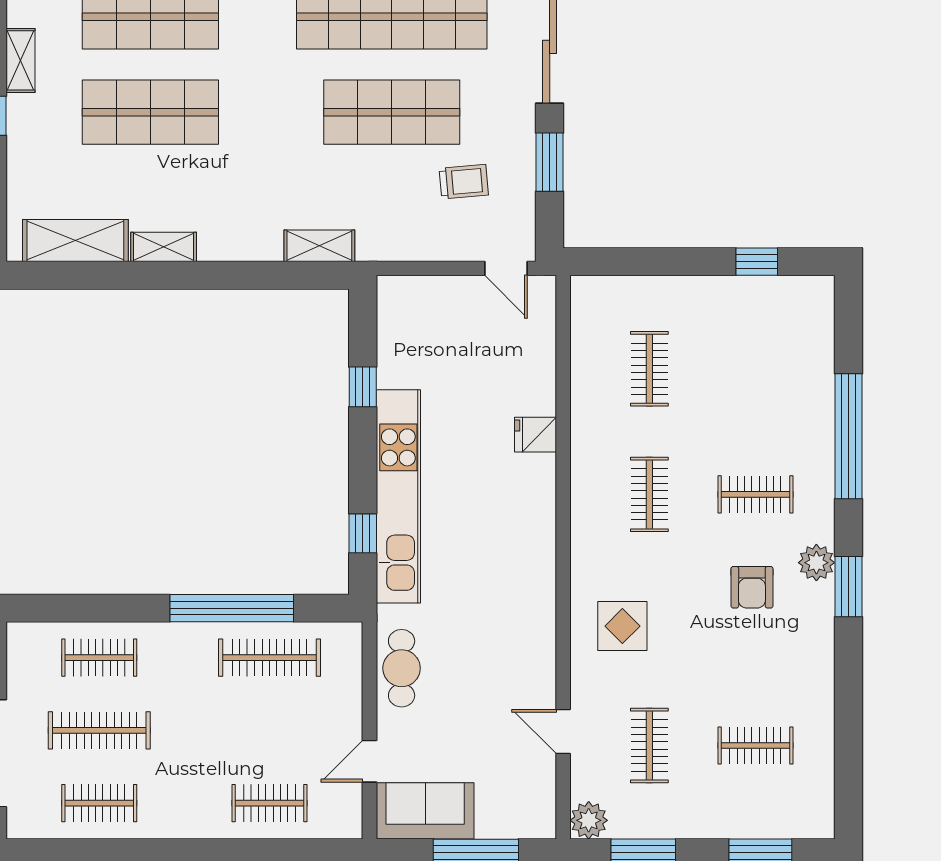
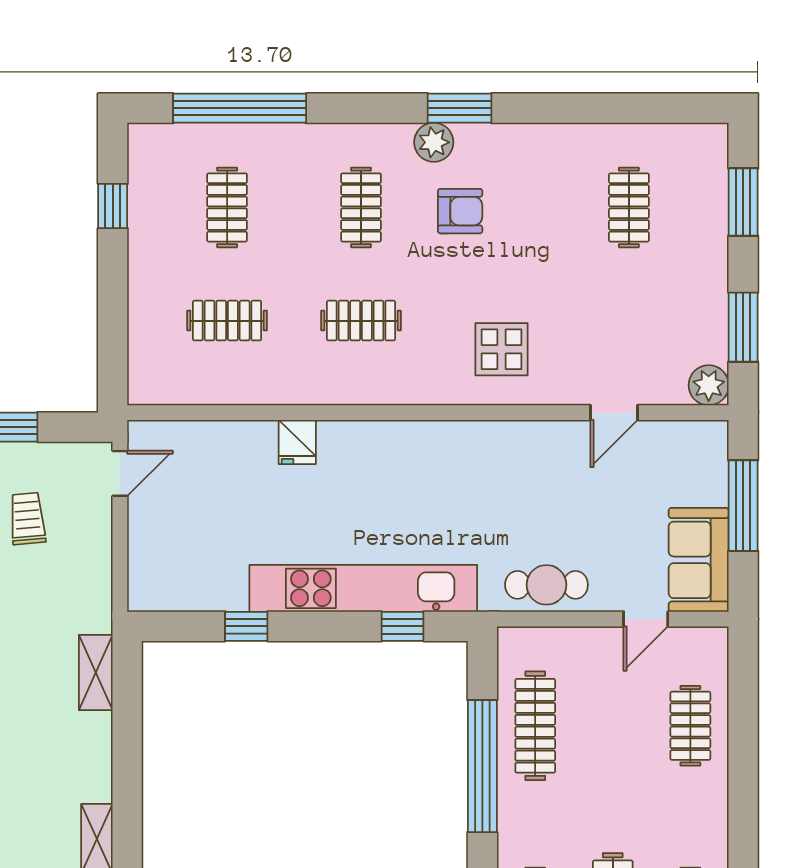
window: (848, 436) -> (240, 108), moved
clothes rail: (649, 745) -> (227, 207), moved, turned 90
door: (370, 761) -> (646, 619), hinge flipped

